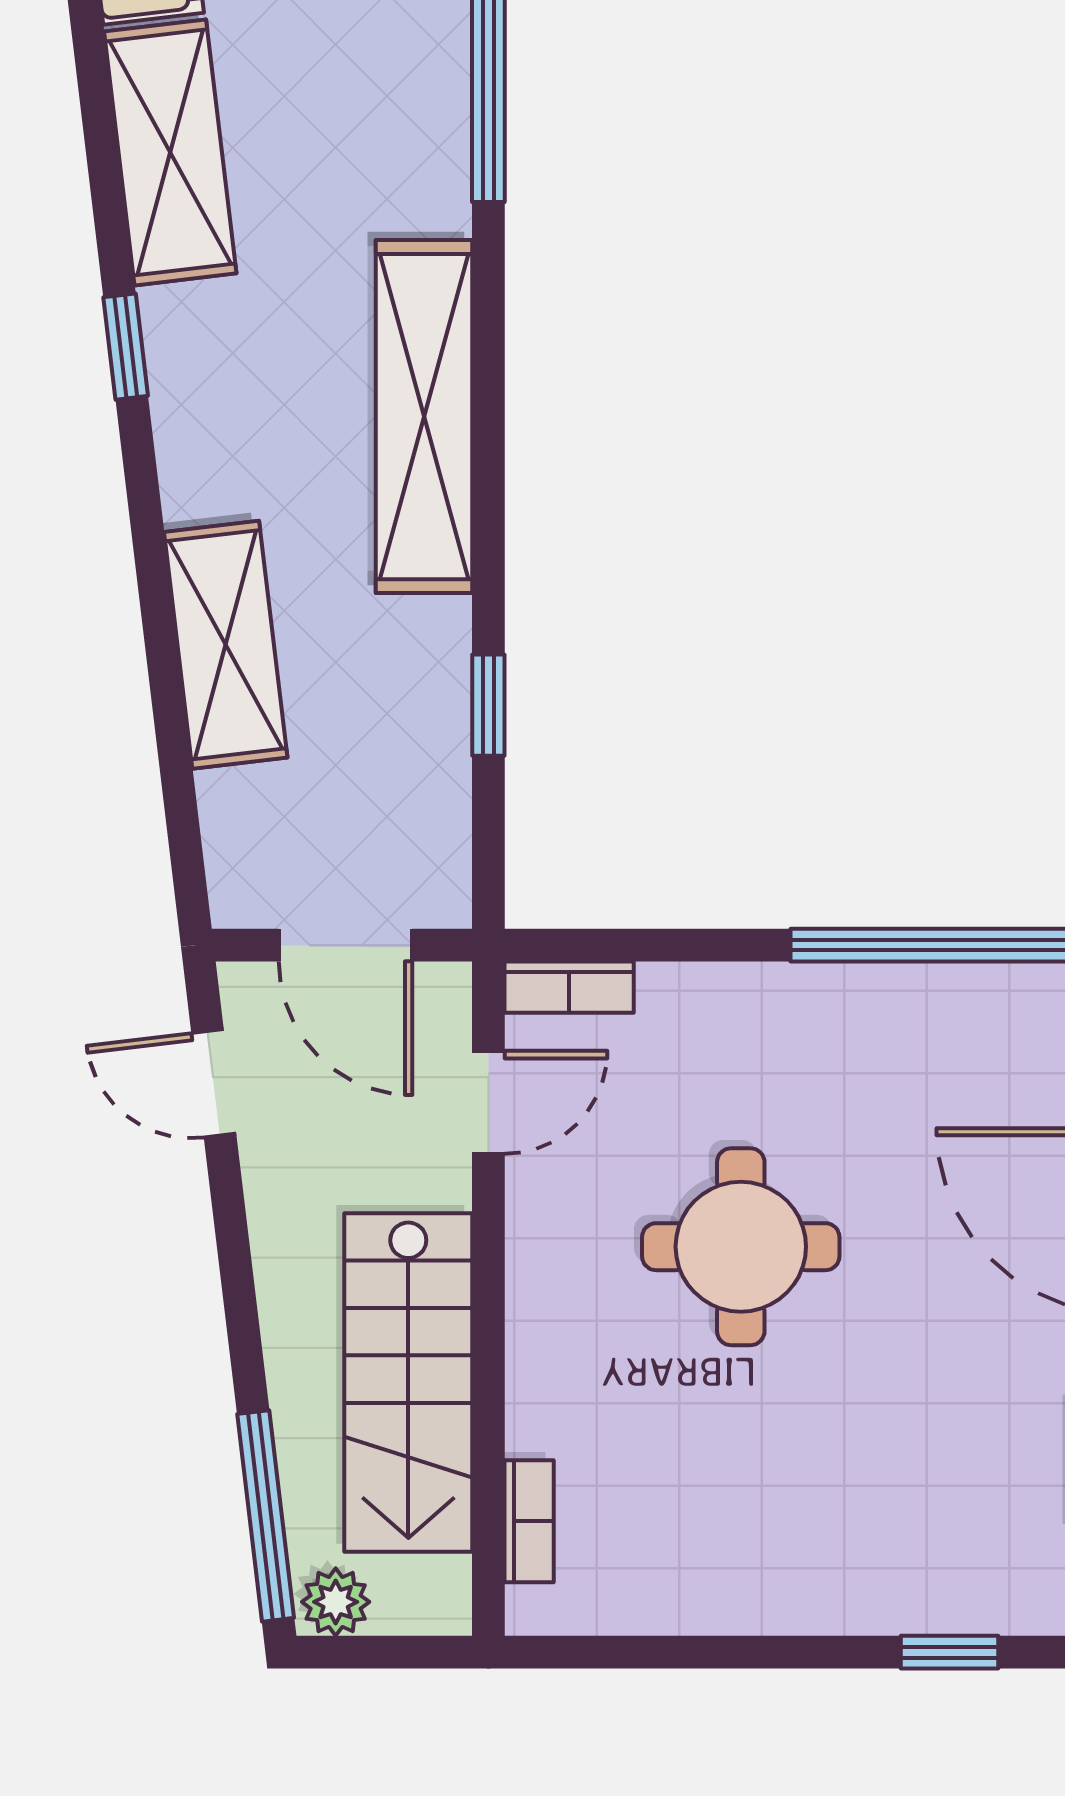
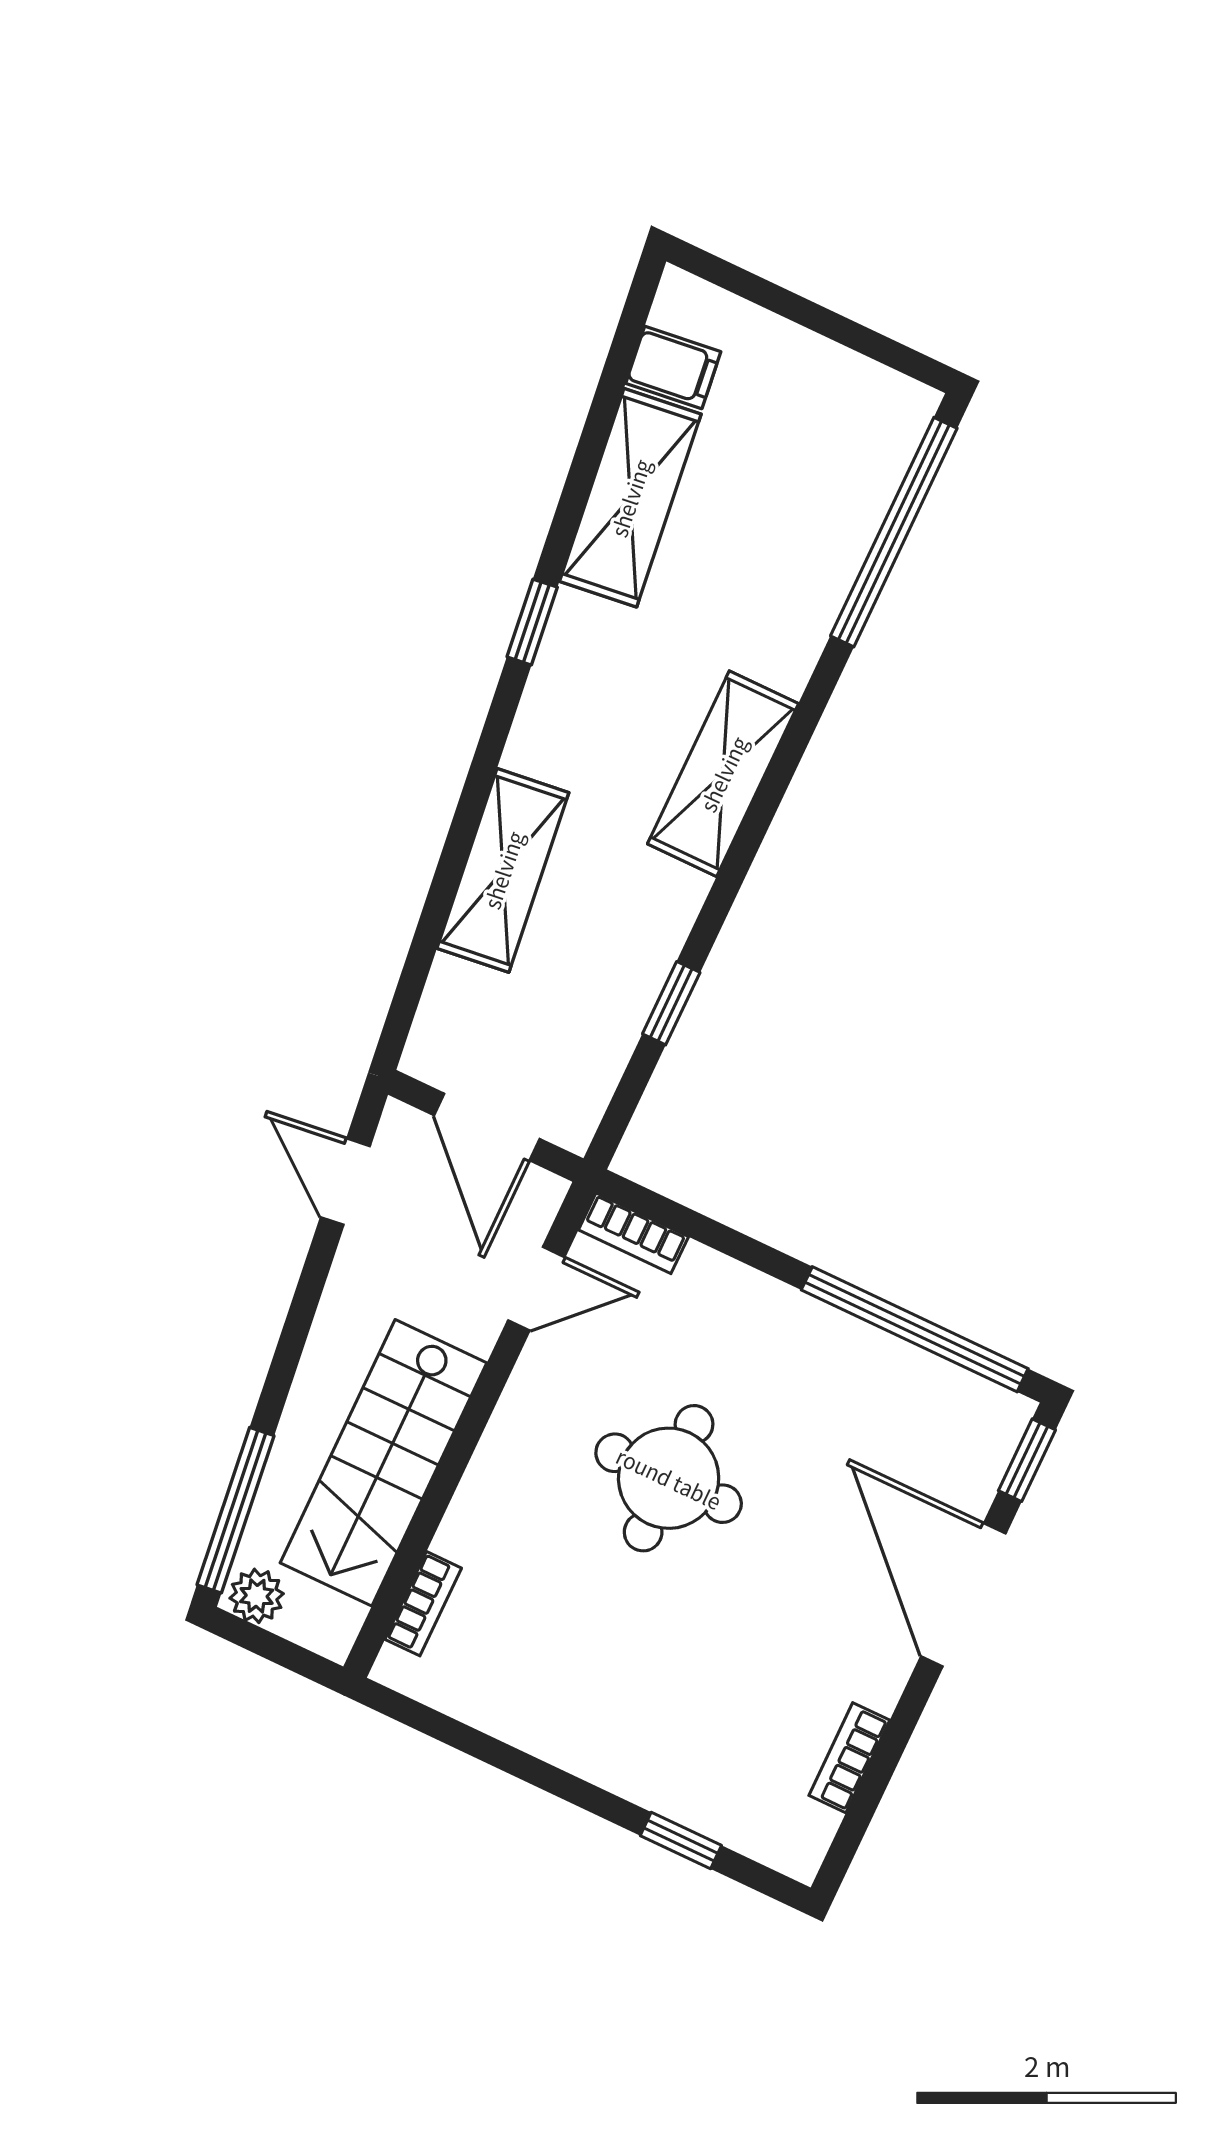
shelving: (424, 417) -> (723, 774), width x0.68

